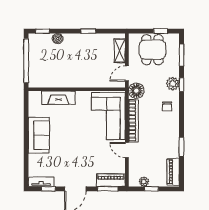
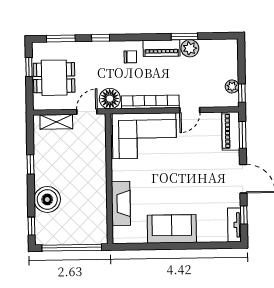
boiler: (58, 39) -> (47, 199), width x1.86, depth x1.86
door: (127, 74) -> (87, 112), swing flipped
plant: (173, 84) -> (190, 48), moved
piano: (173, 172) -> (162, 48), moved
window: (151, 189) -> (242, 93), moved

